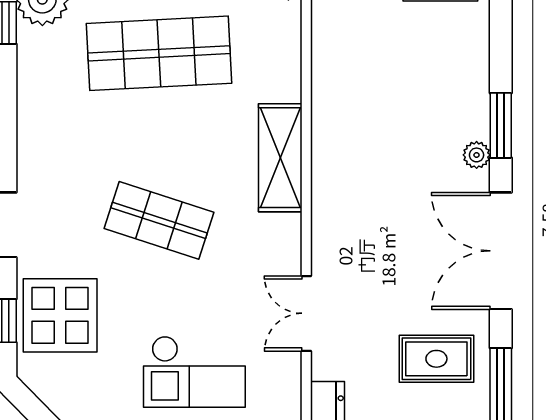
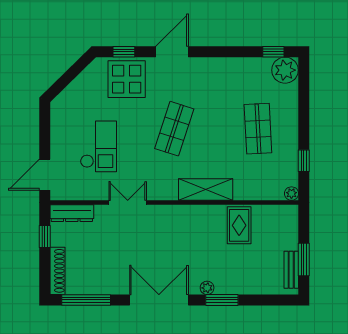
shop shelf: (159, 53) -> (258, 129), width x0.70, depth x0.74
rug: (436, 359) -> (239, 225), moved
checkout: (194, 372) -> (98, 146), turned 180

